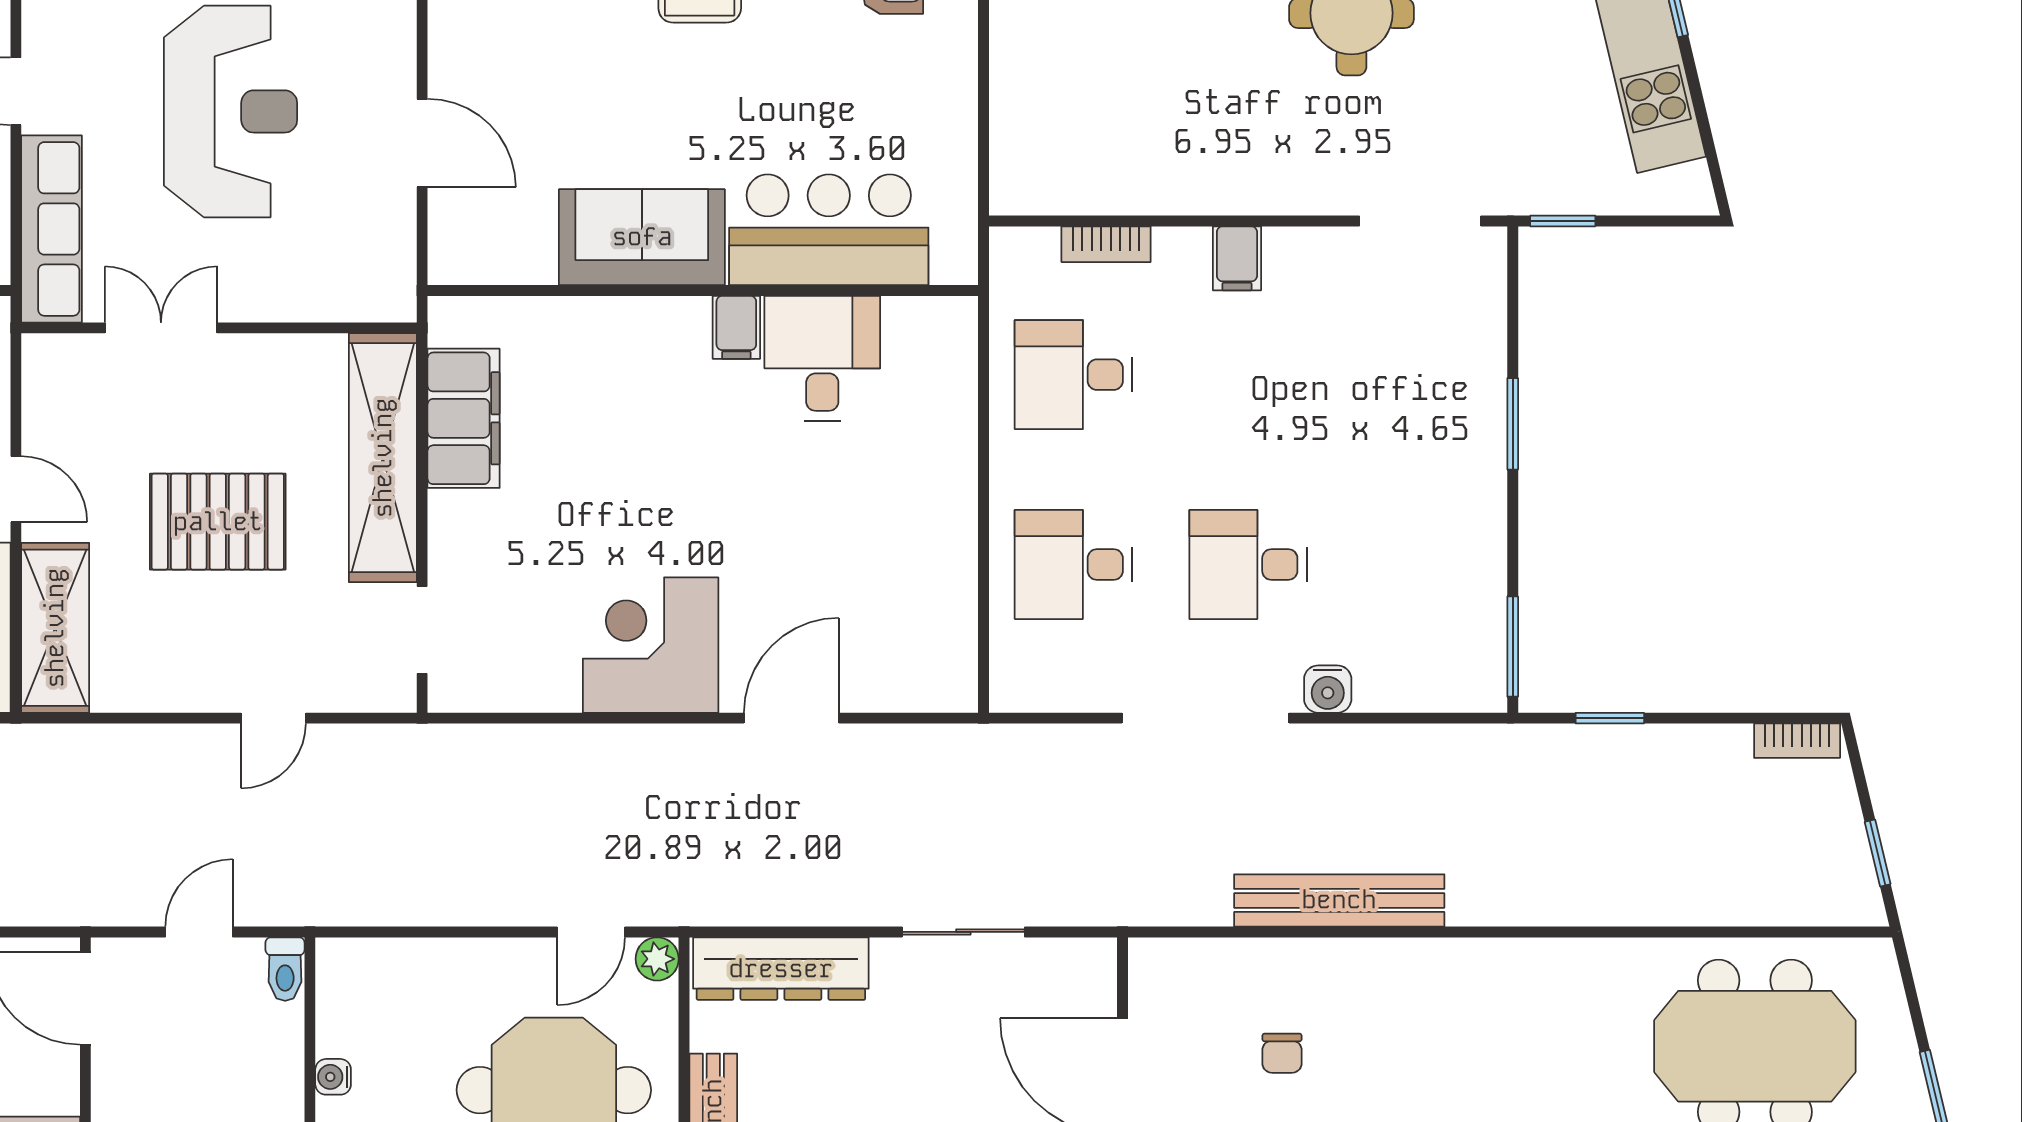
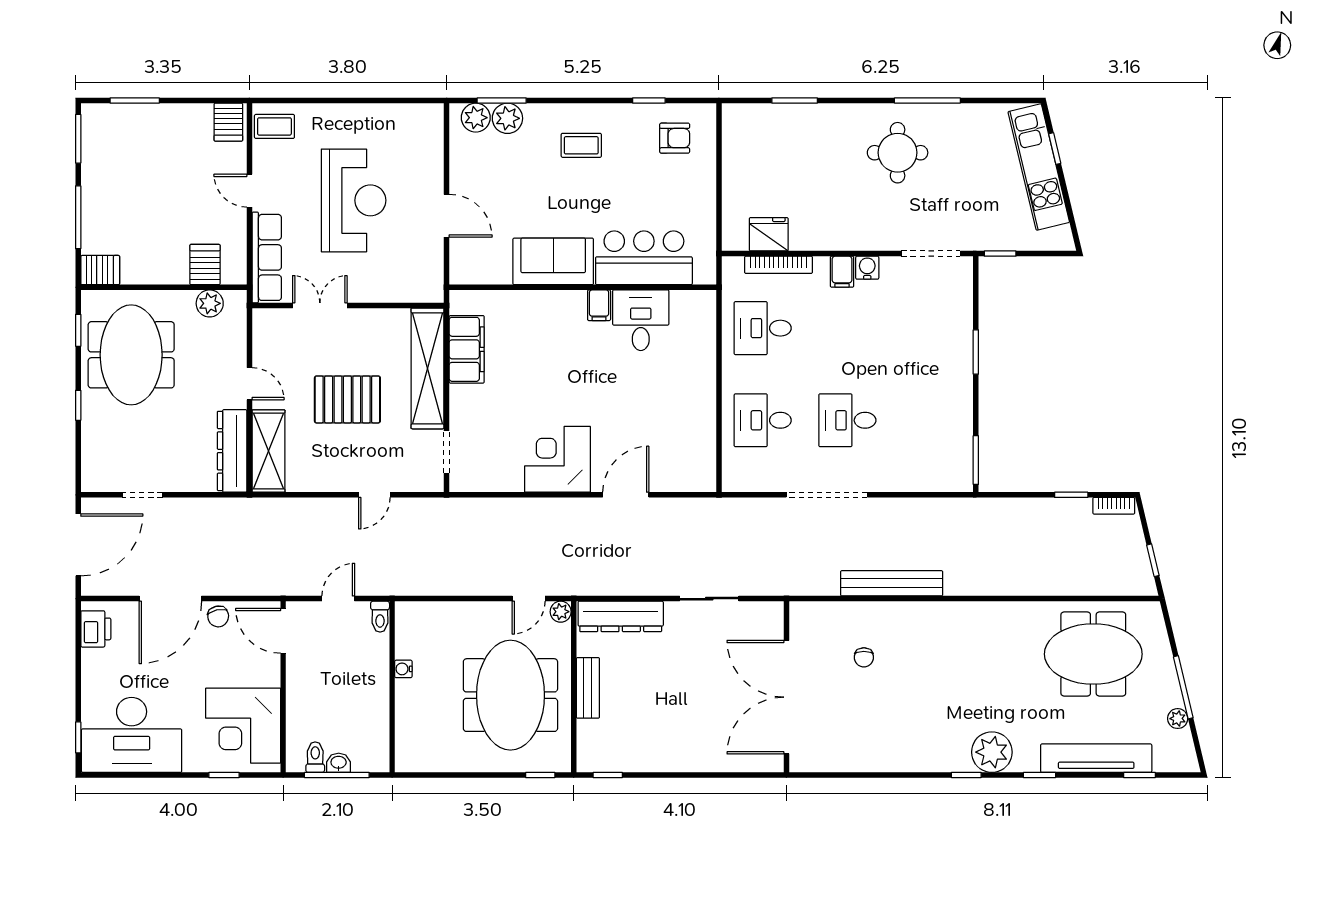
fridge: (1086, 181) -> (769, 234), added
bookcase: (1106, 244) -> (778, 265), width x1.56
water cooler: (1328, 689) -> (867, 268), moved, turned 180
window: (1610, 718) -> (1071, 495), moved

